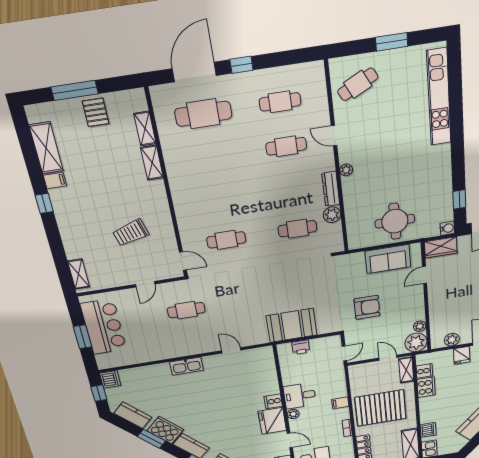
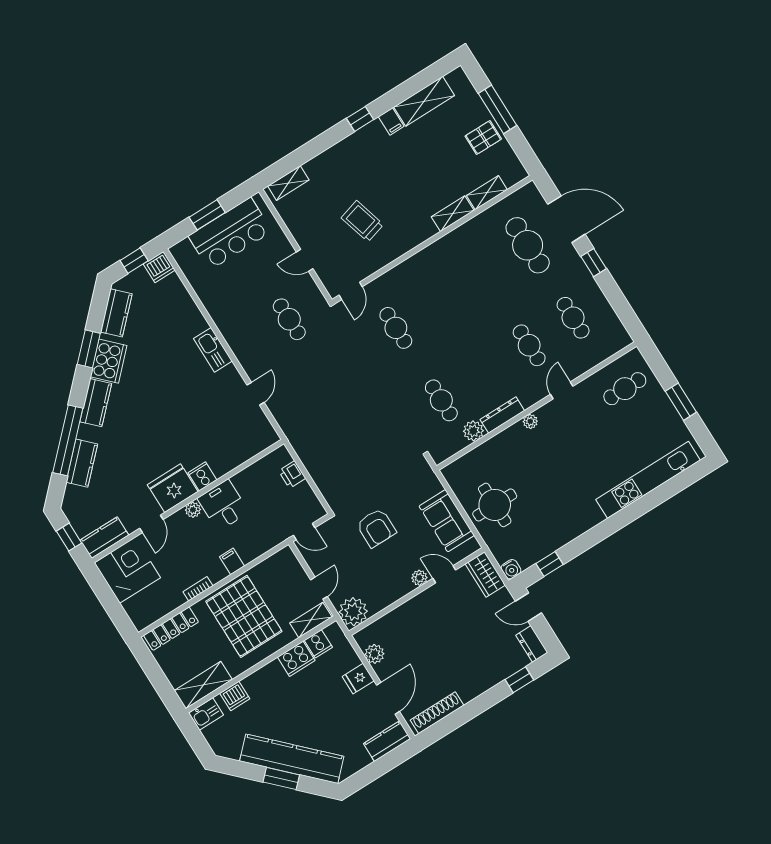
cafe table: (358, 84) -> (625, 389), turned -63
booth: (292, 325) -> (317, 450), removed
plant: (420, 326) -> (419, 578), moved

